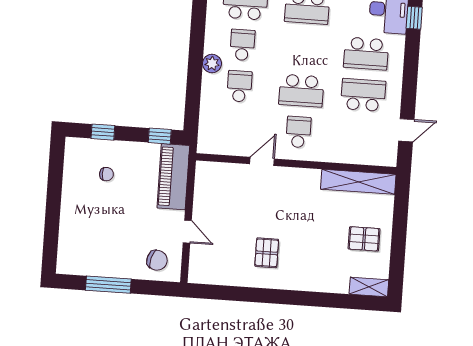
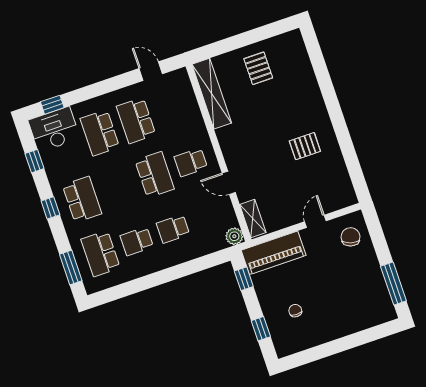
school desk: (366, 54) -> (100, 133), turned 180
plant: (212, 64) -> (234, 236), moved
window: (108, 285) -> (393, 284), moved
shelving: (369, 287) -> (253, 219), moved

